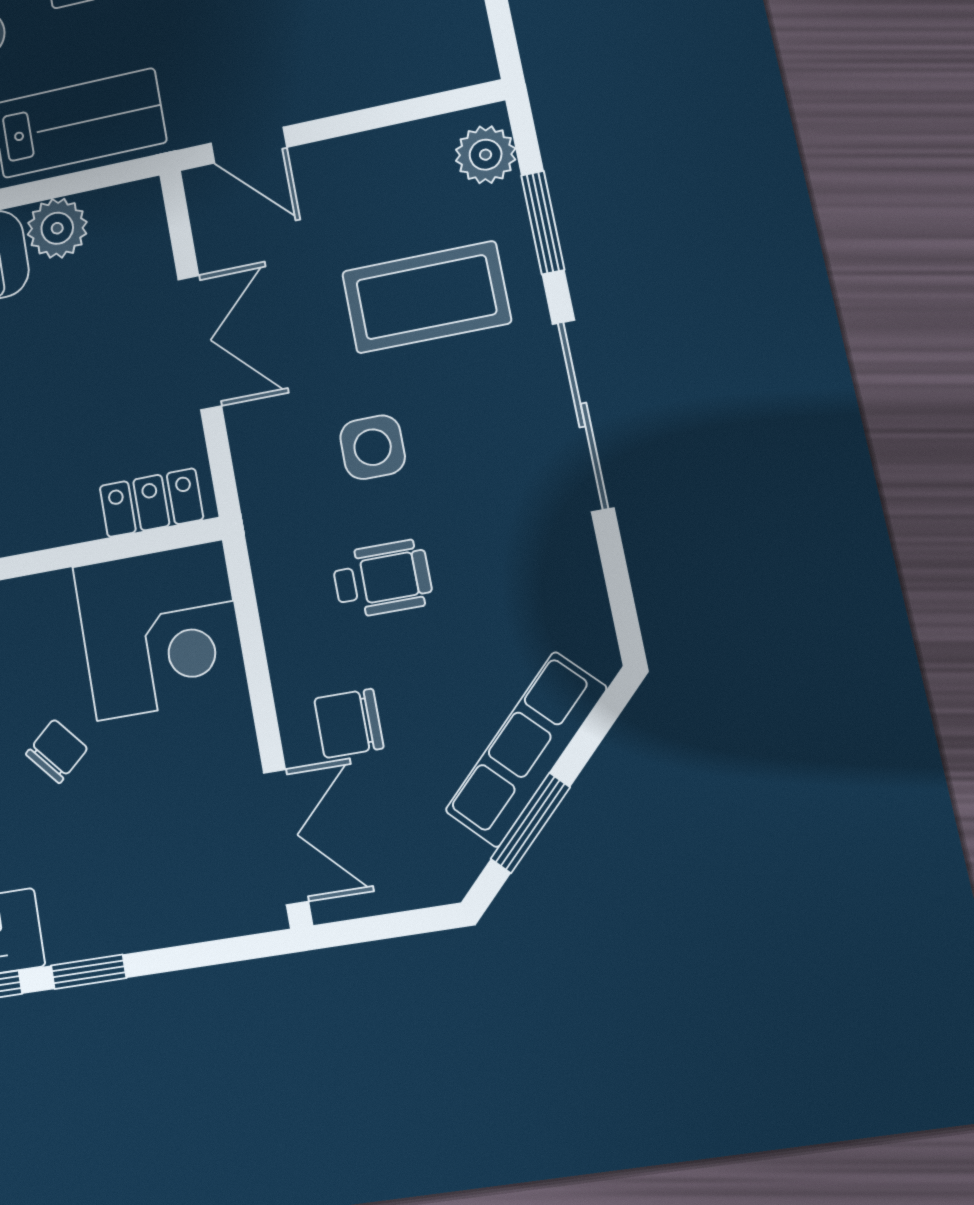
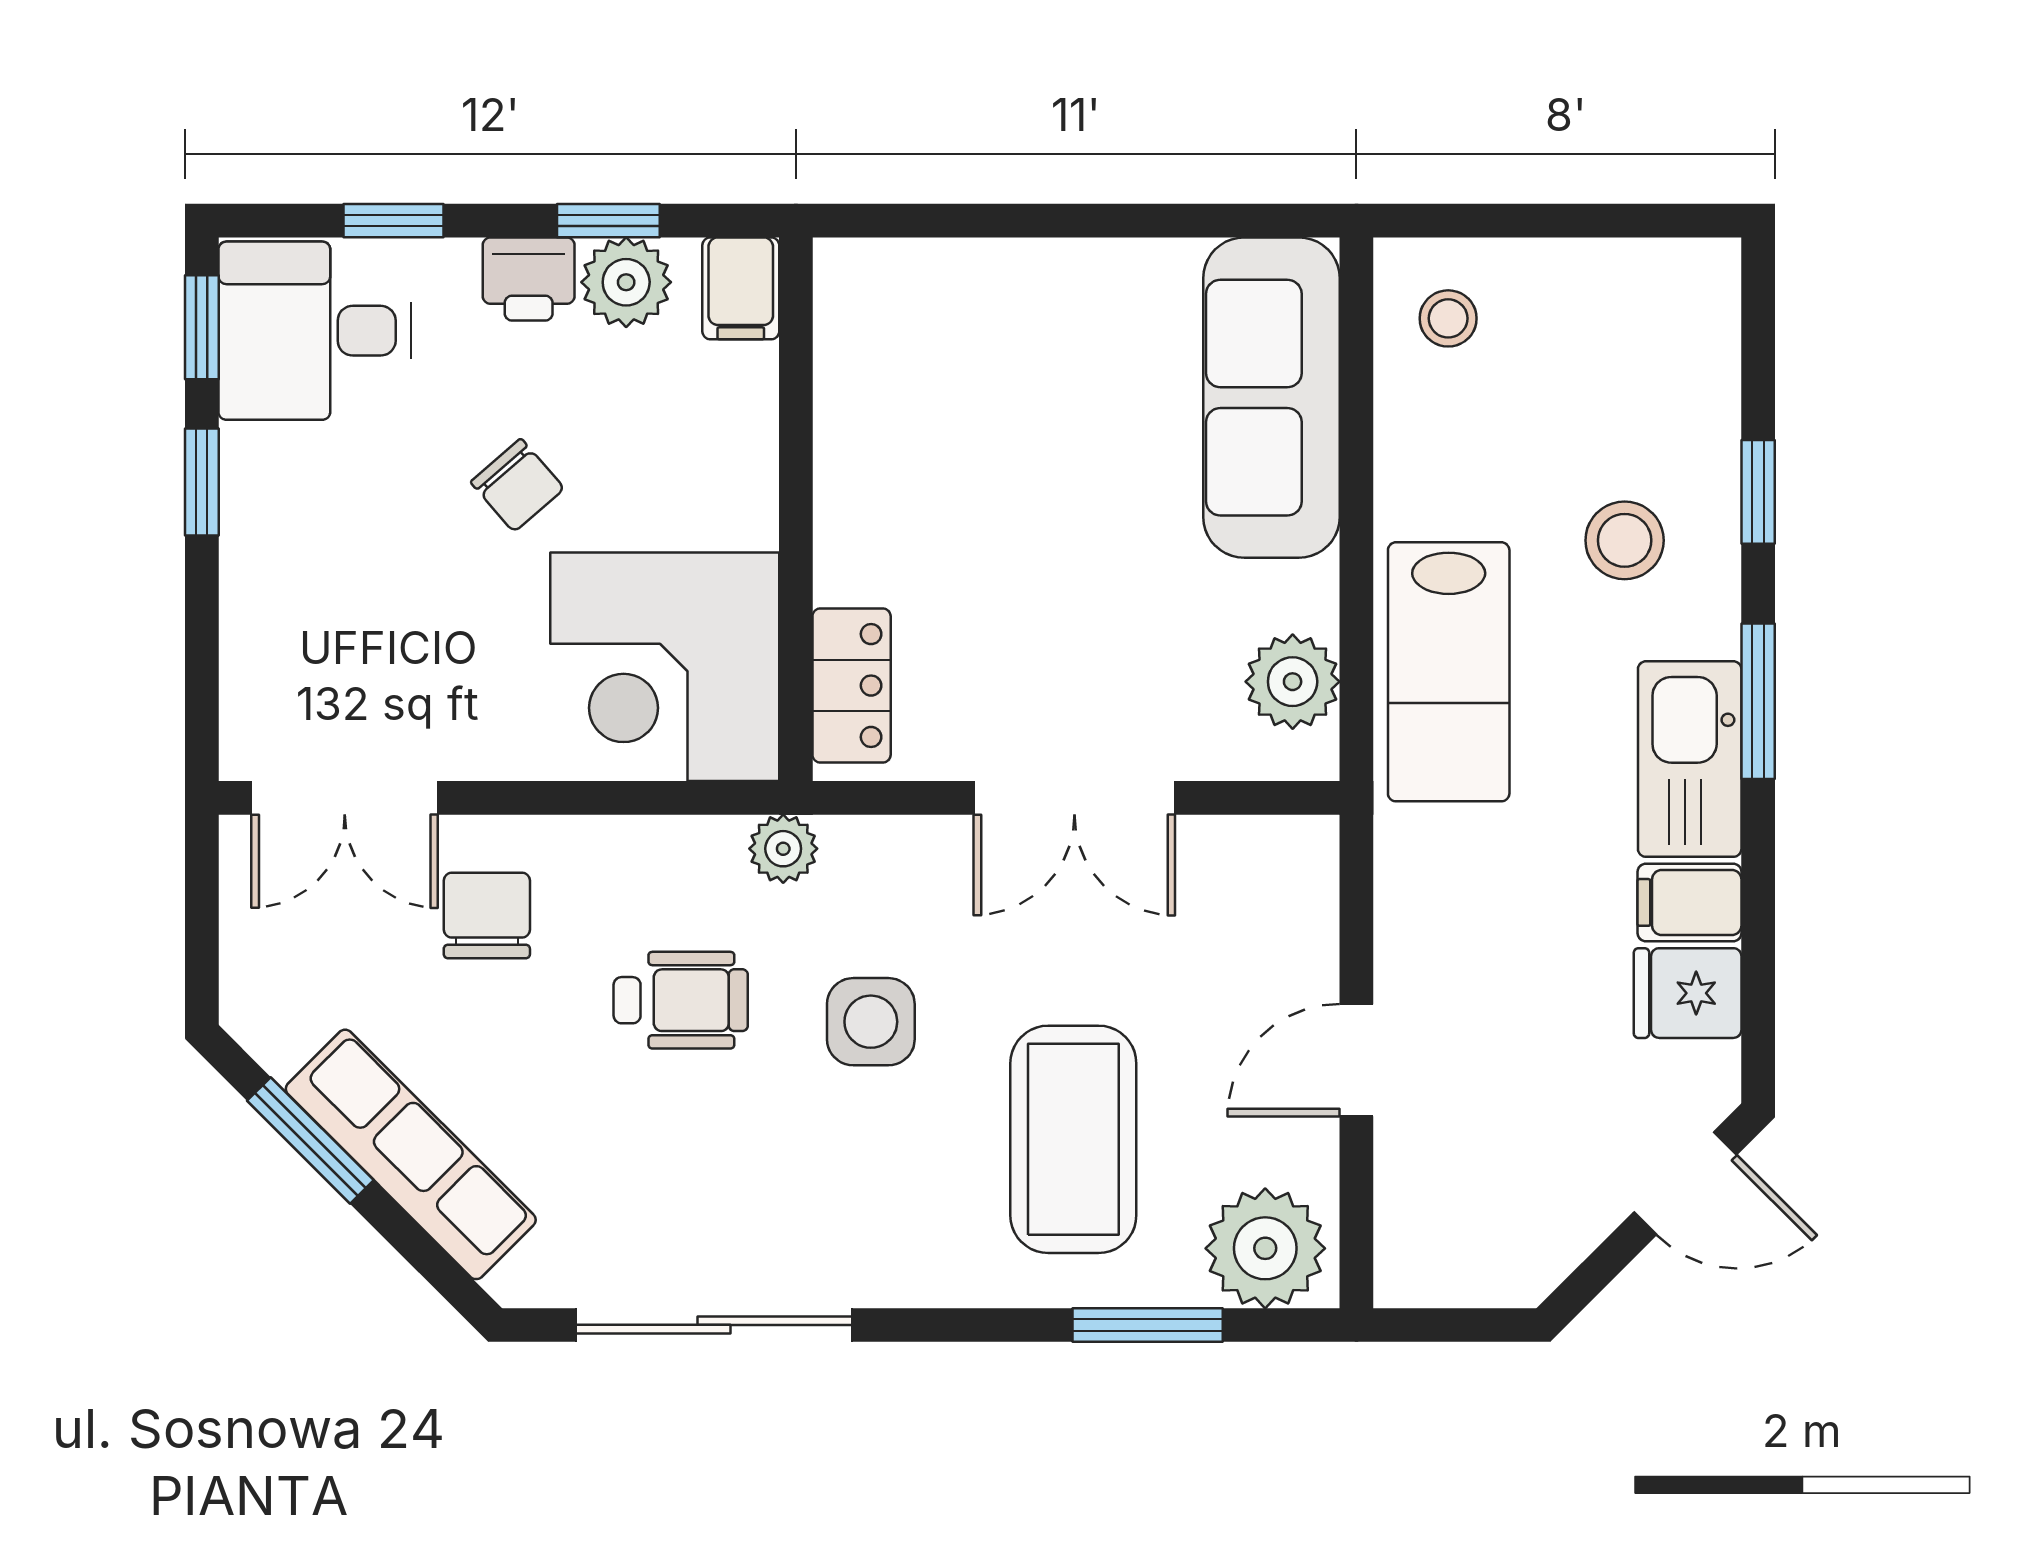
door: (249, 145) -> (1356, 1060), moved
plant: (486, 155) -> (1265, 1248), width x1.36, depth x1.36
plant: (57, 228) -> (1293, 682), moved
sliding door: (583, 415) -> (714, 1325), moved
plant: (267, 528) -> (783, 849), added
wheelchair: (382, 579) -> (681, 1000), turned -90

